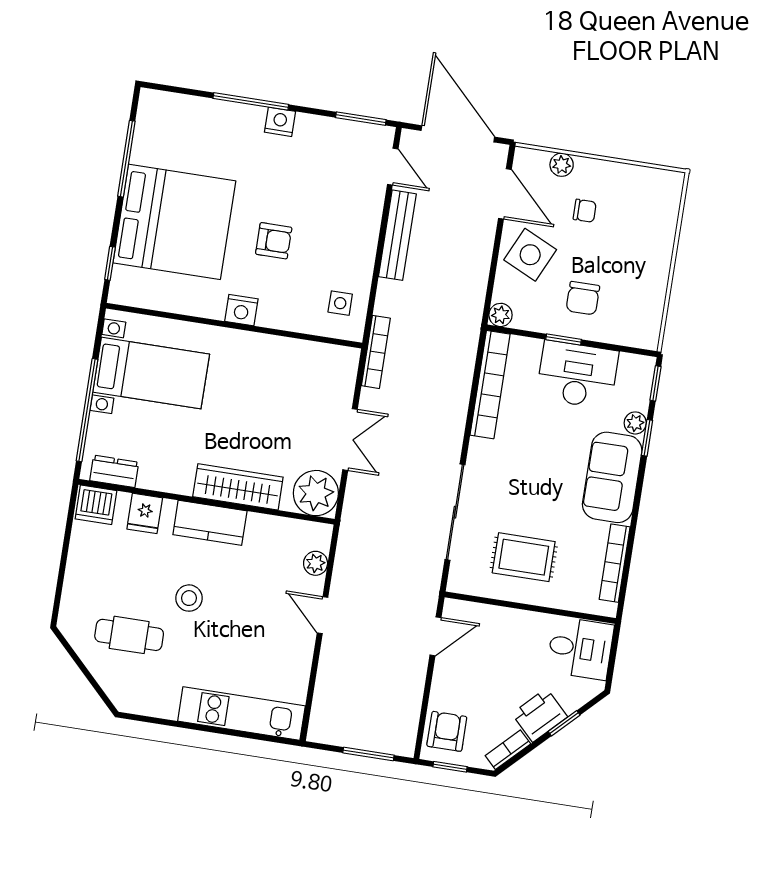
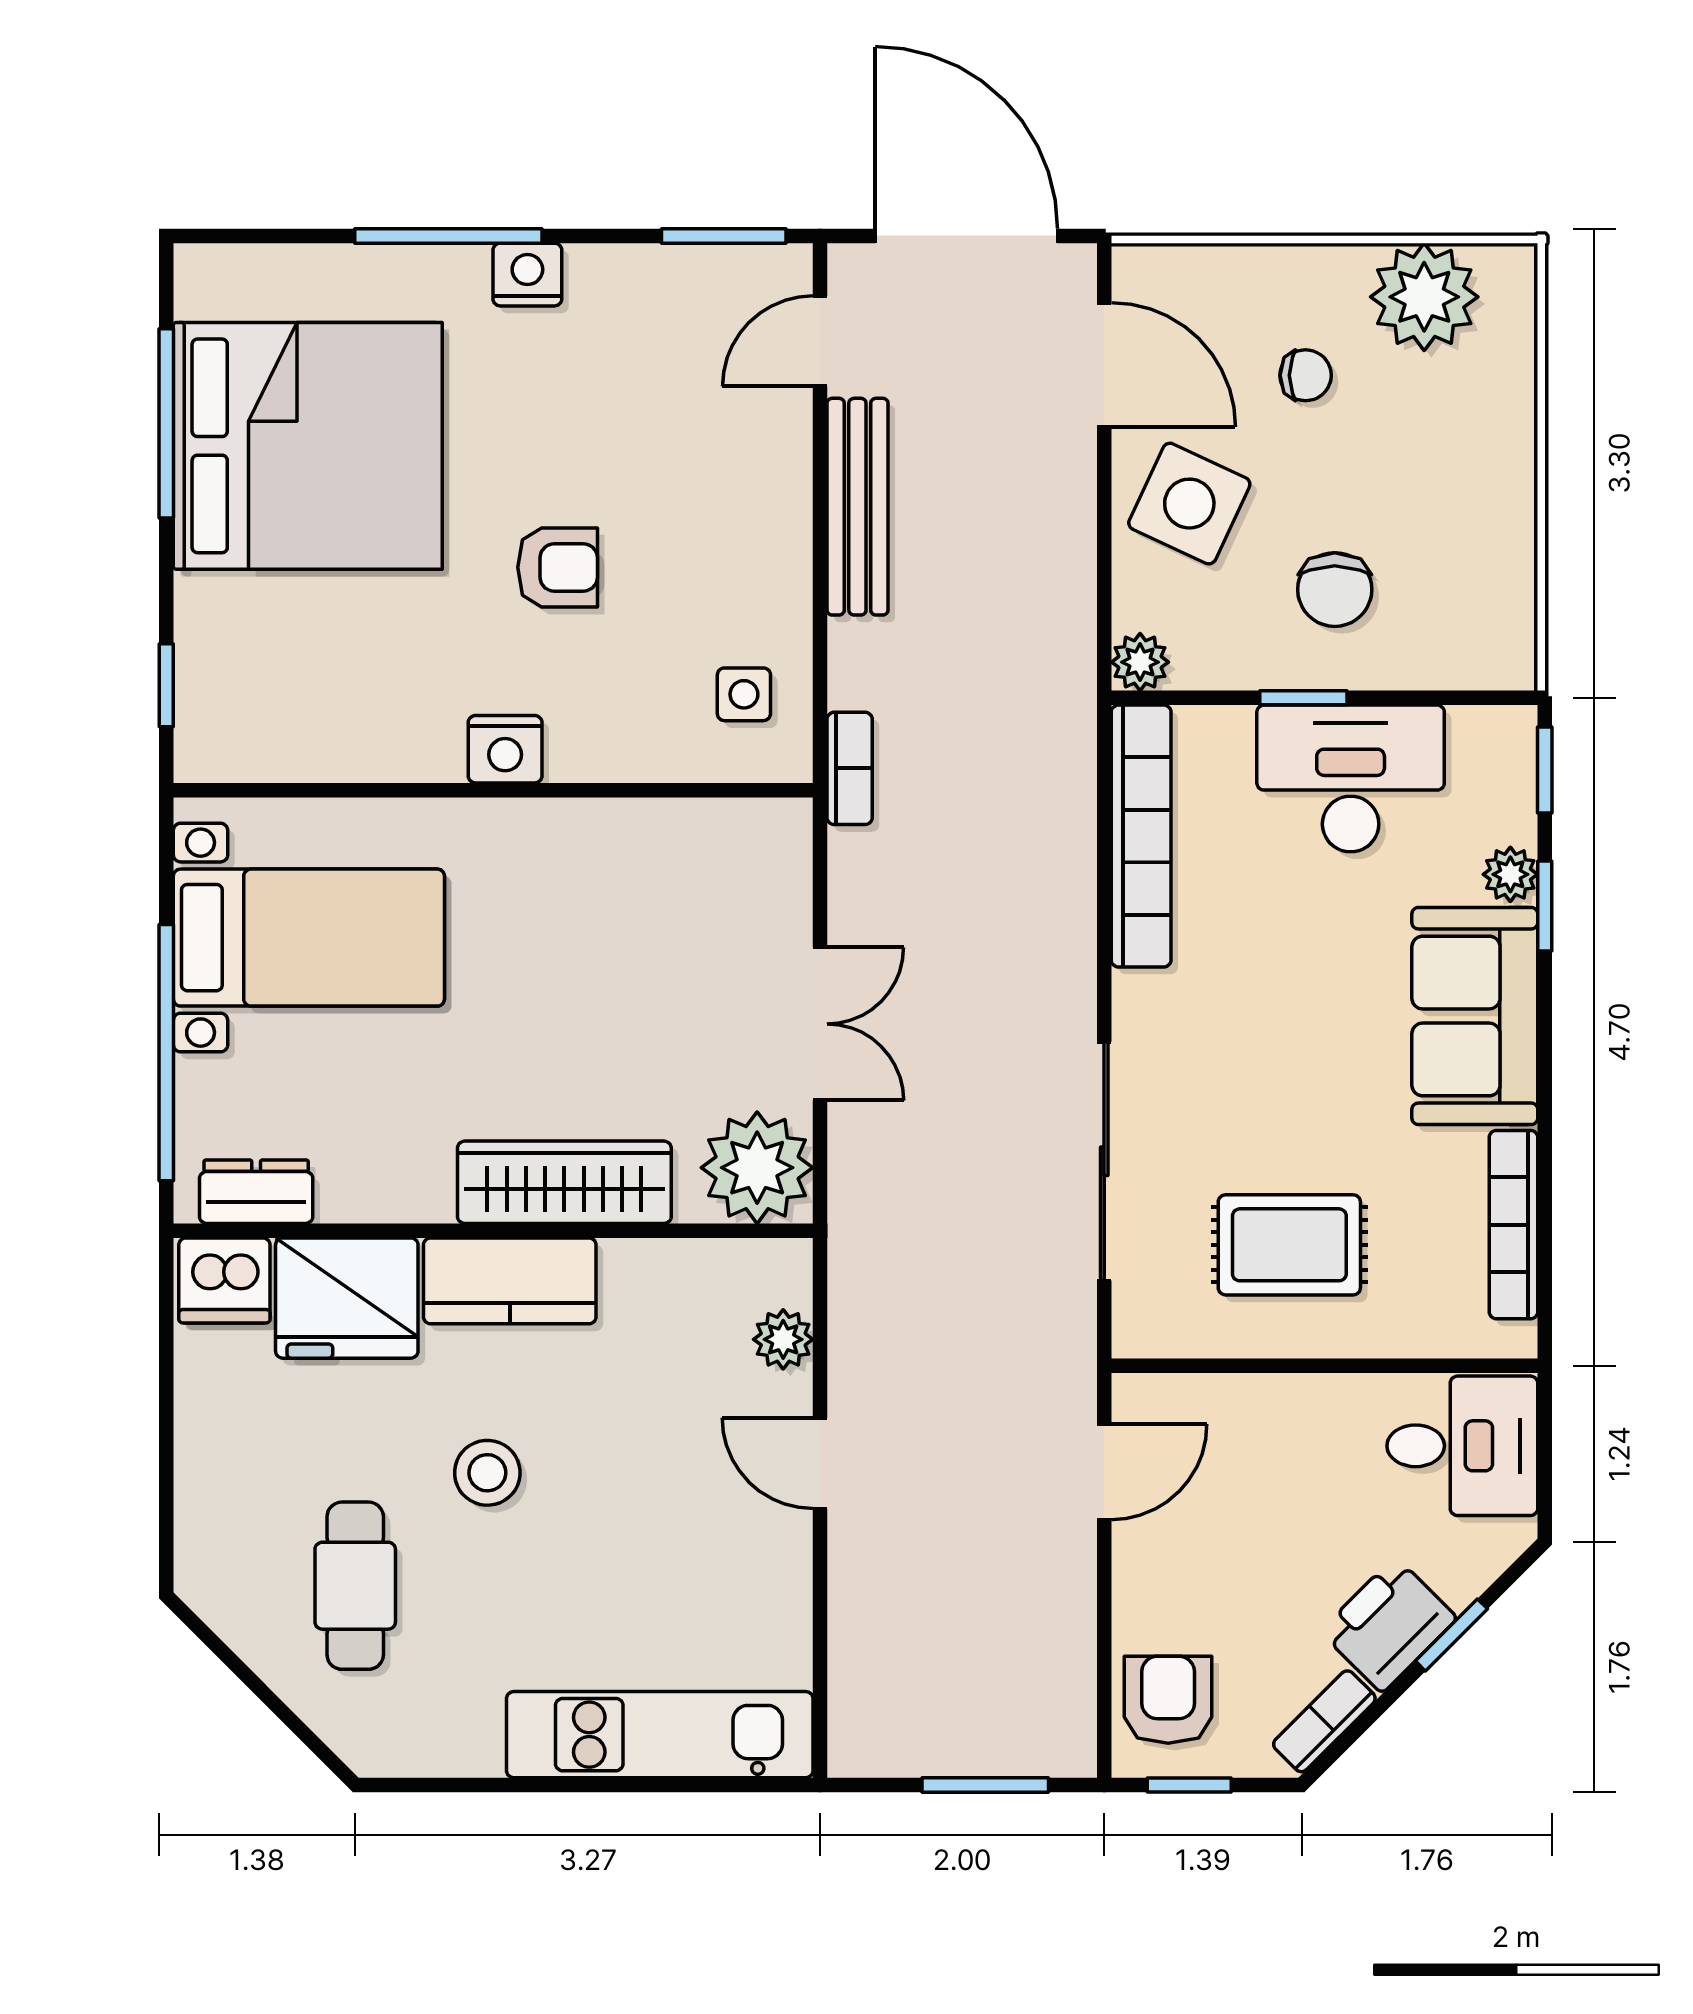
plant: (562, 165) -> (1424, 297), moved, width x1.88, depth x1.88
door: (393, 167) -> (820, 341), swing flipped
bed: (174, 222) -> (308, 446), moved
bookcase: (376, 352) -> (850, 768), width x0.64
fridge: (145, 513) -> (347, 1298), width x1.88, depth x1.34
cafe table: (129, 635) -> (355, 1586), turned 90

